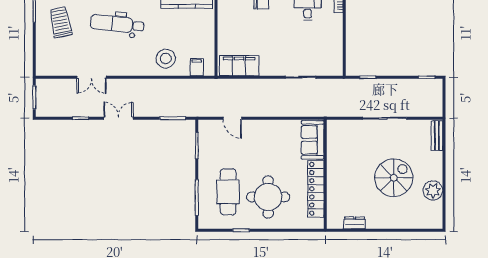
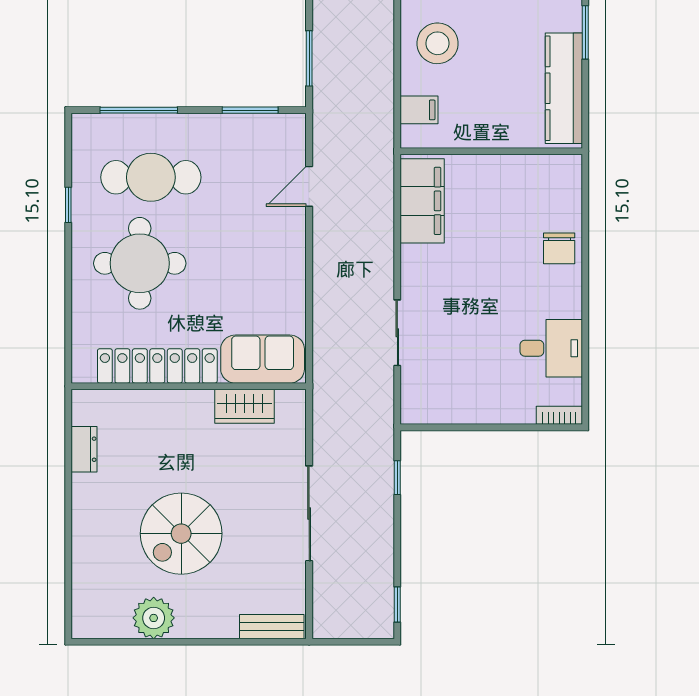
wardrobe: (335, 148) -> (244, 406), added
spiral stairs: (394, 178) -> (181, 534), turned 90

